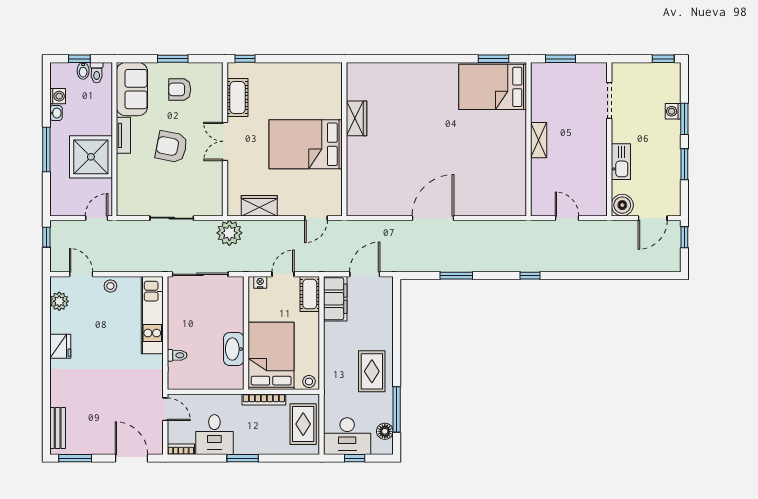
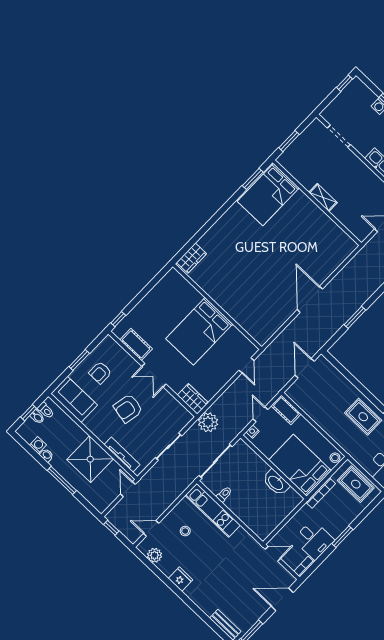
wardrobe: (357, 118) -> (192, 258), moved, turned 90
tv unit: (123, 135) -> (122, 455), moved, width x1.41
wardrobe: (259, 206) -> (193, 399), moved, turned 90
stool: (110, 286) -> (185, 531), moved
filing cabinet: (335, 299) -> (302, 398), removed
toilet: (177, 355) -> (224, 494), moved

